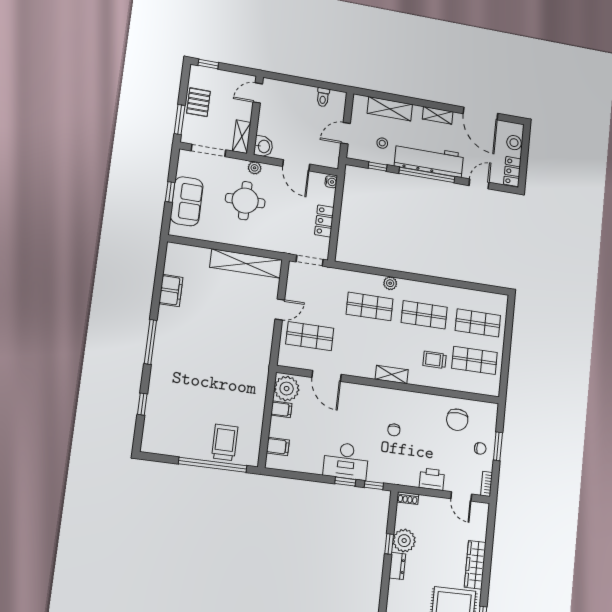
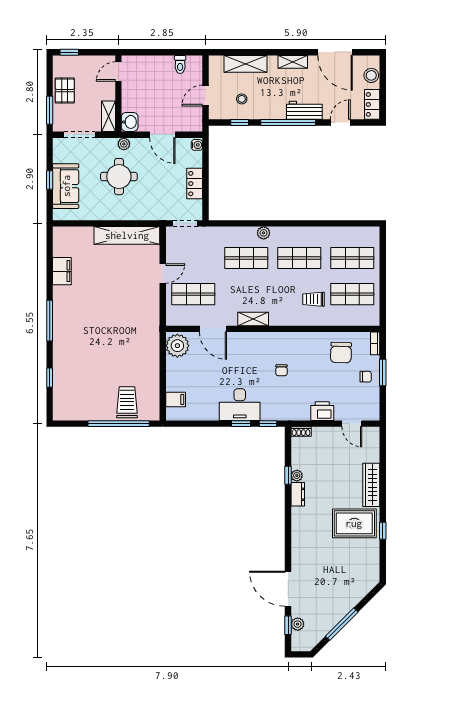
workbench: (429, 160) -> (304, 110), width x0.53, depth x0.76
shelving: (392, 375) -> (253, 319), moved
filing cabinet: (281, 409) -> (175, 365), removed
bookcase: (487, 484) -> (375, 343), moved
plant: (404, 541) -> (297, 476), width x0.53, depth x0.53

